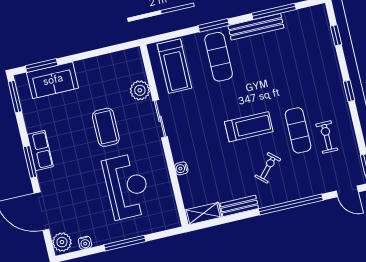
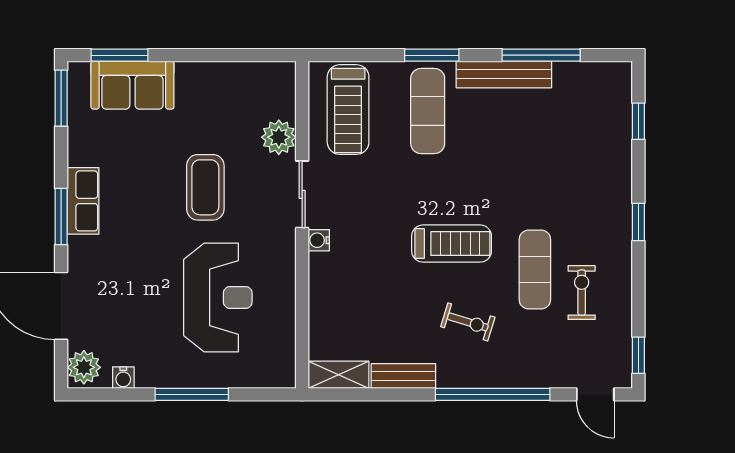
water cooler: (181, 168) -> (319, 240), moved
exercise bike: (268, 168) -> (468, 322), turned 65

